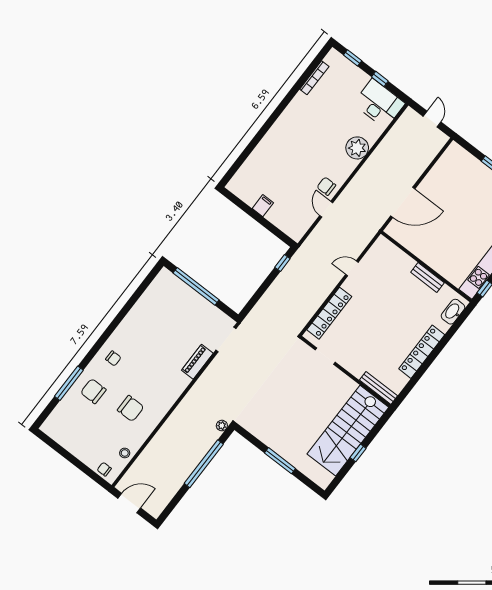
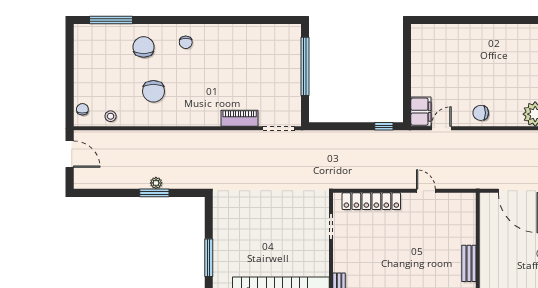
chair: (326, 186) -> (481, 113), turned -90
filing cabinet: (263, 206) -> (421, 112), moved, width x2.00
door: (326, 209) -> (441, 128), moved
window: (69, 383) -> (111, 20), moved
plant: (222, 426) -> (156, 183), moved
window: (204, 464) -> (154, 193), width x0.47

